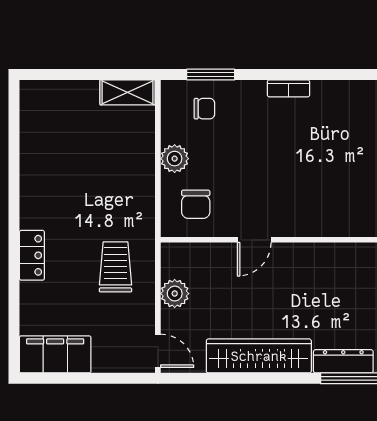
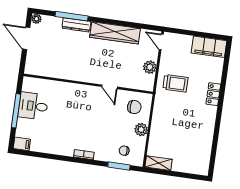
chair: (196, 204) -> (134, 107), turned 90
door: (254, 240) -> (110, 87), swing flipped
trolley: (115, 267) -> (175, 83), turned -90

